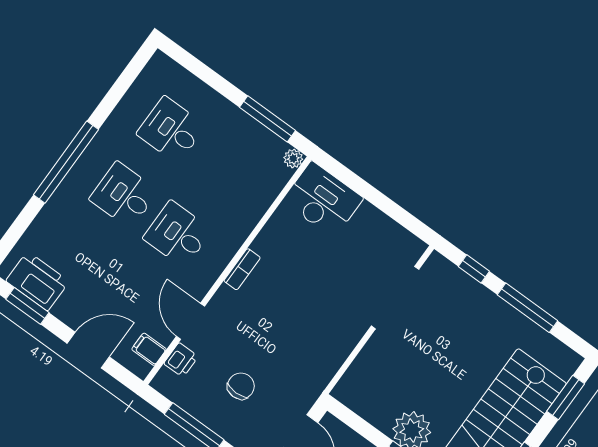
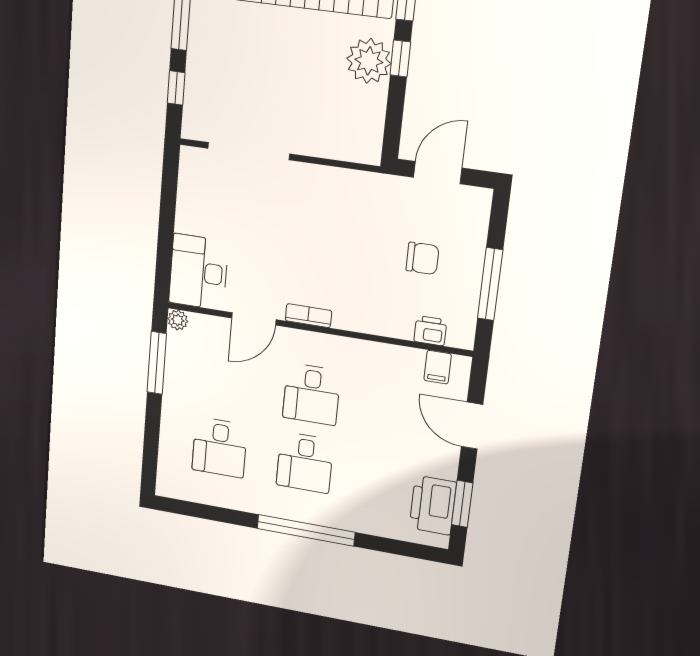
door: (191, 321) -> (254, 319), moved
chair: (241, 386) -> (422, 258), turned 180

